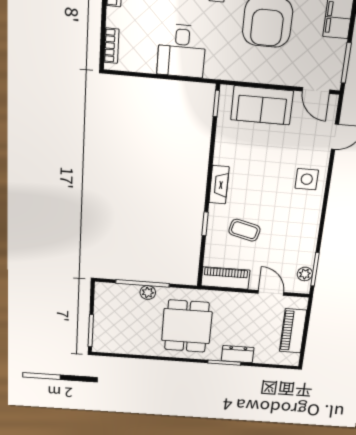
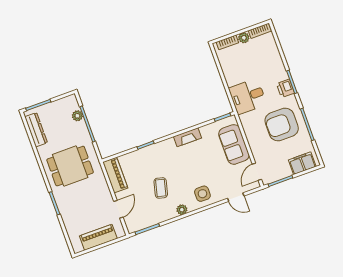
plant: (115, 18) -> (244, 38), added
desk: (182, 51) -> (248, 96), moved
fireplace: (219, 185) -> (188, 137), moved
coffee table: (244, 230) -> (161, 188), moved
plant: (305, 274) -> (182, 210), moved
plant: (148, 293) -> (77, 116), moved
dresser: (238, 354) -> (36, 130), moved, width x1.44

